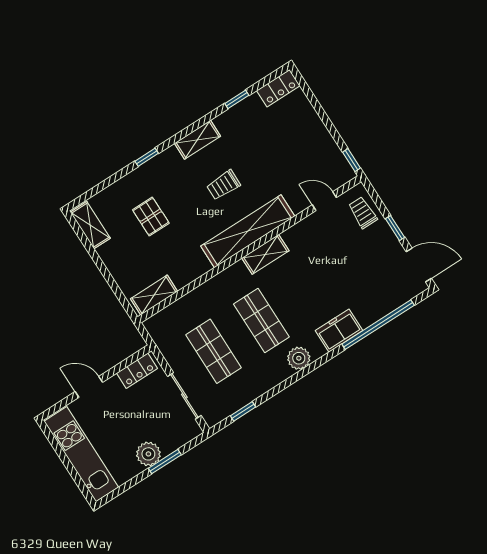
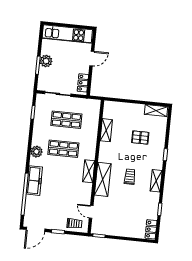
door: (324, 201) -> (91, 212), swing flipped
shelving: (248, 231) -> (103, 179), width x0.68
shelving: (154, 295) -> (106, 130), moved
freezer: (339, 331) -> (34, 181), width x1.40

